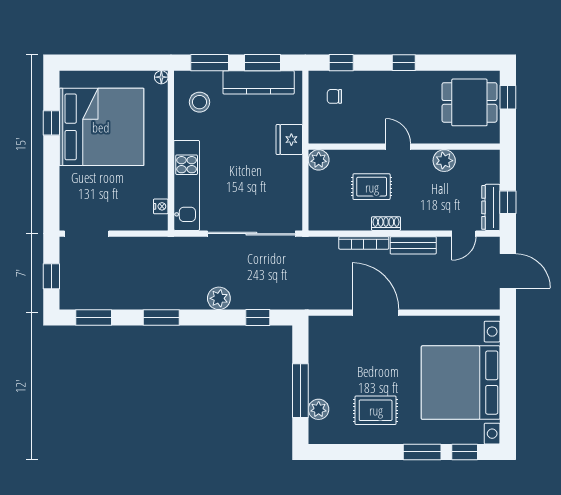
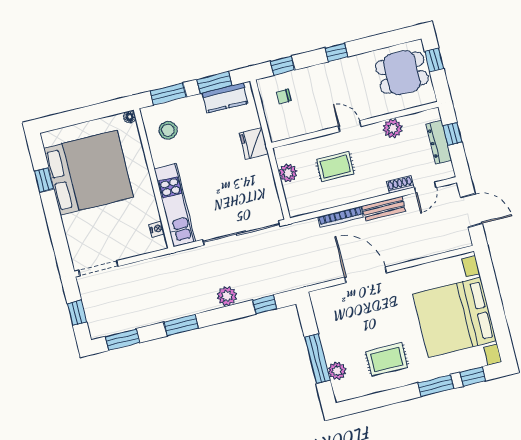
kitchen counter: (259, 82) -> (225, 98), width x0.67
plant: (319, 160) -> (288, 173), moved
window: (508, 202) -> (453, 134), moved
dresser: (491, 207) -> (439, 142), moved
shoe rack: (386, 224) -> (400, 185), moved

